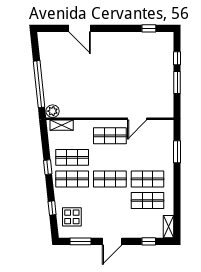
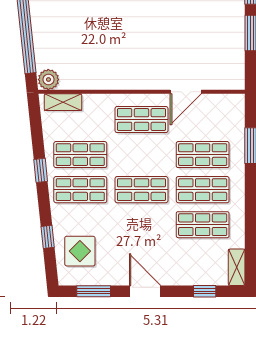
shop shelf: (148, 157) -> (203, 155), added
door: (112, 241) -> (145, 291), swing flipped

